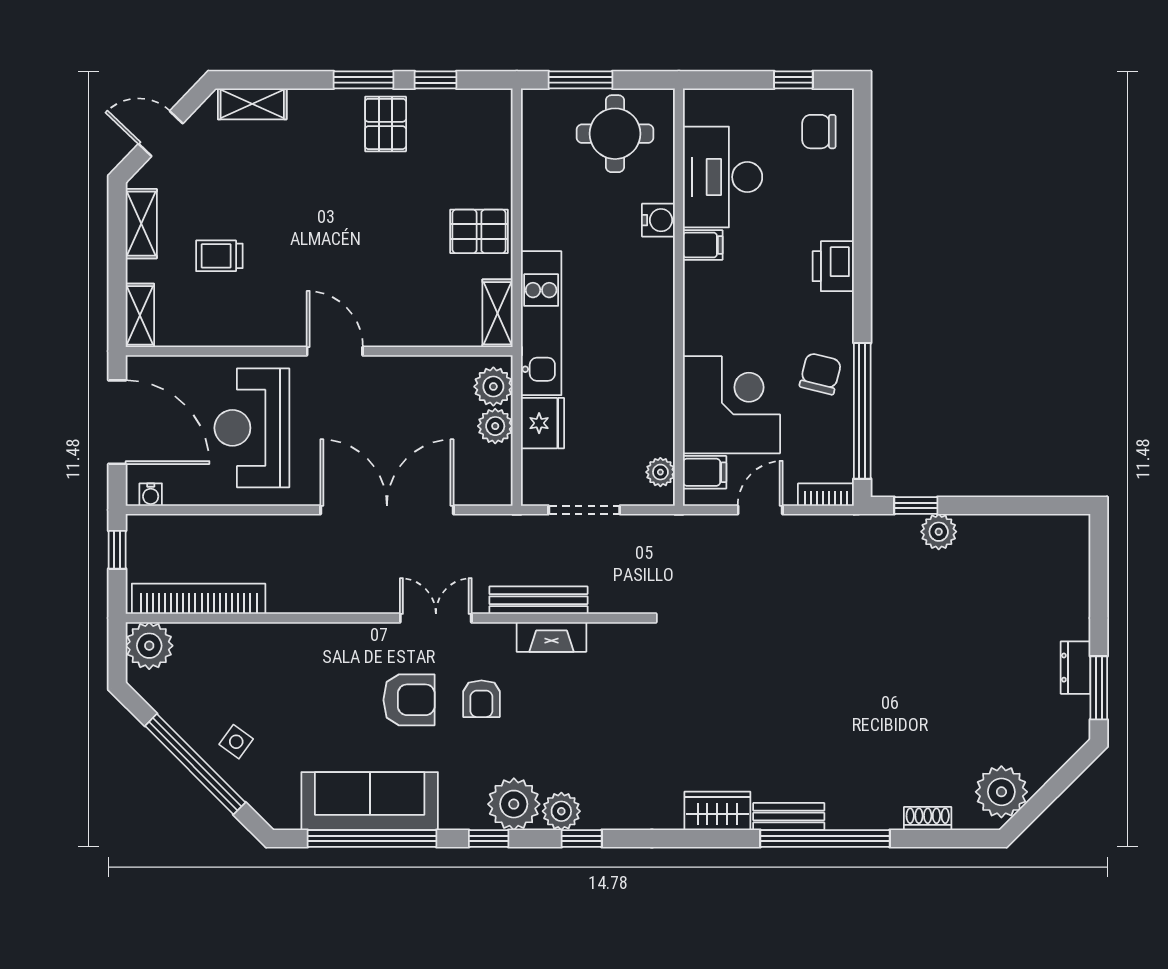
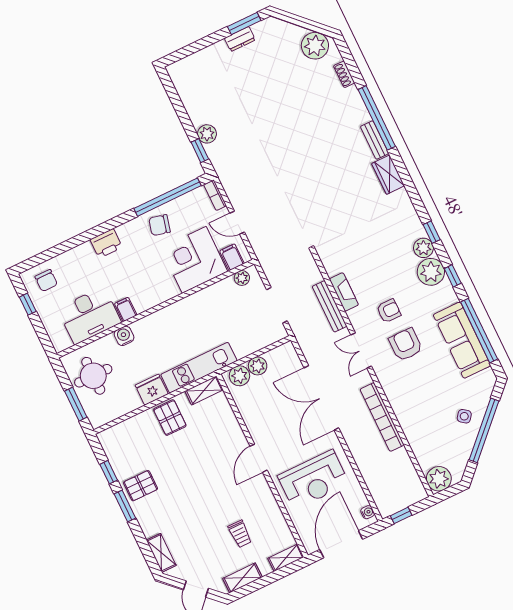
fridge: (543, 423) -> (152, 390), moved
bookcase: (199, 599) -> (382, 417), moved

